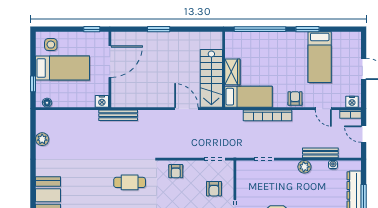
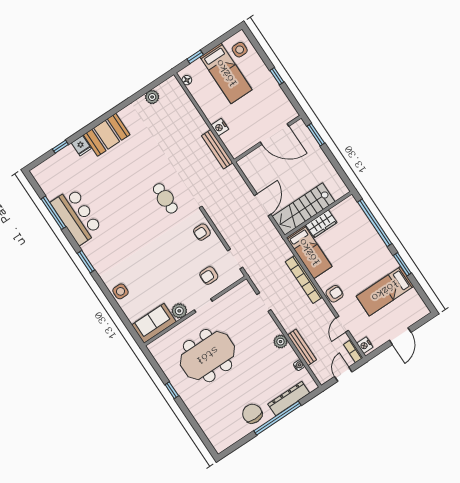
door: (110, 62) -> (275, 134), moved
wall: (110, 69) -> (268, 139), moved

